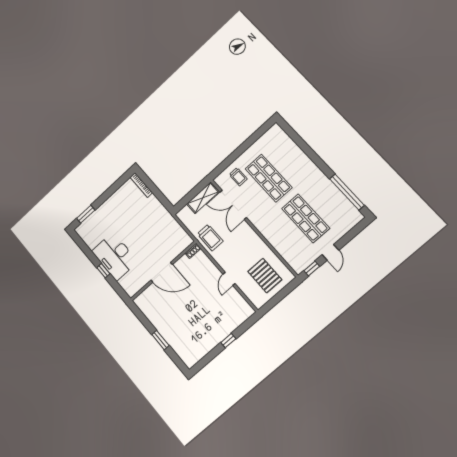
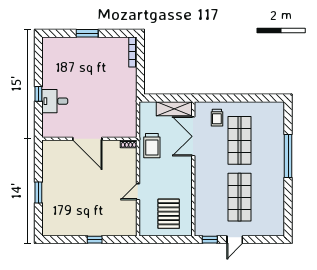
window: (347, 192) -> (288, 156), moved
window: (86, 214) -> (87, 33), moved
desk: (115, 256) -> (55, 101), width x0.53, depth x0.77

